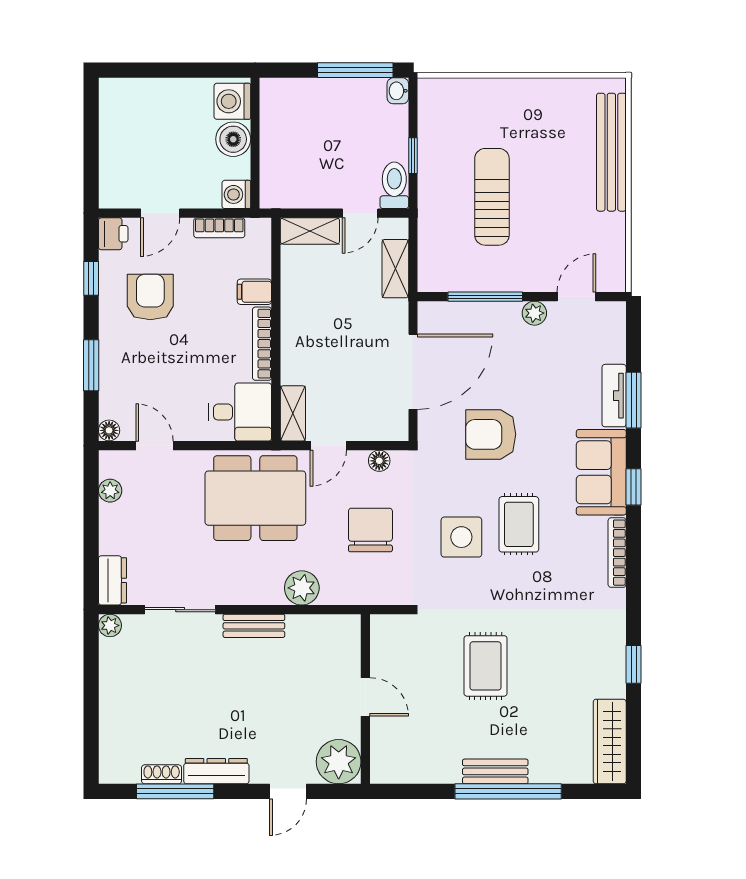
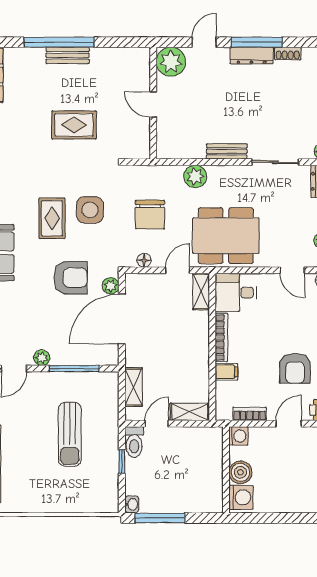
plant: (430, 422) -> (111, 286), added
rug: (486, 666) -> (74, 125), turned 90
window: (175, 791) -> (257, 42), moved

